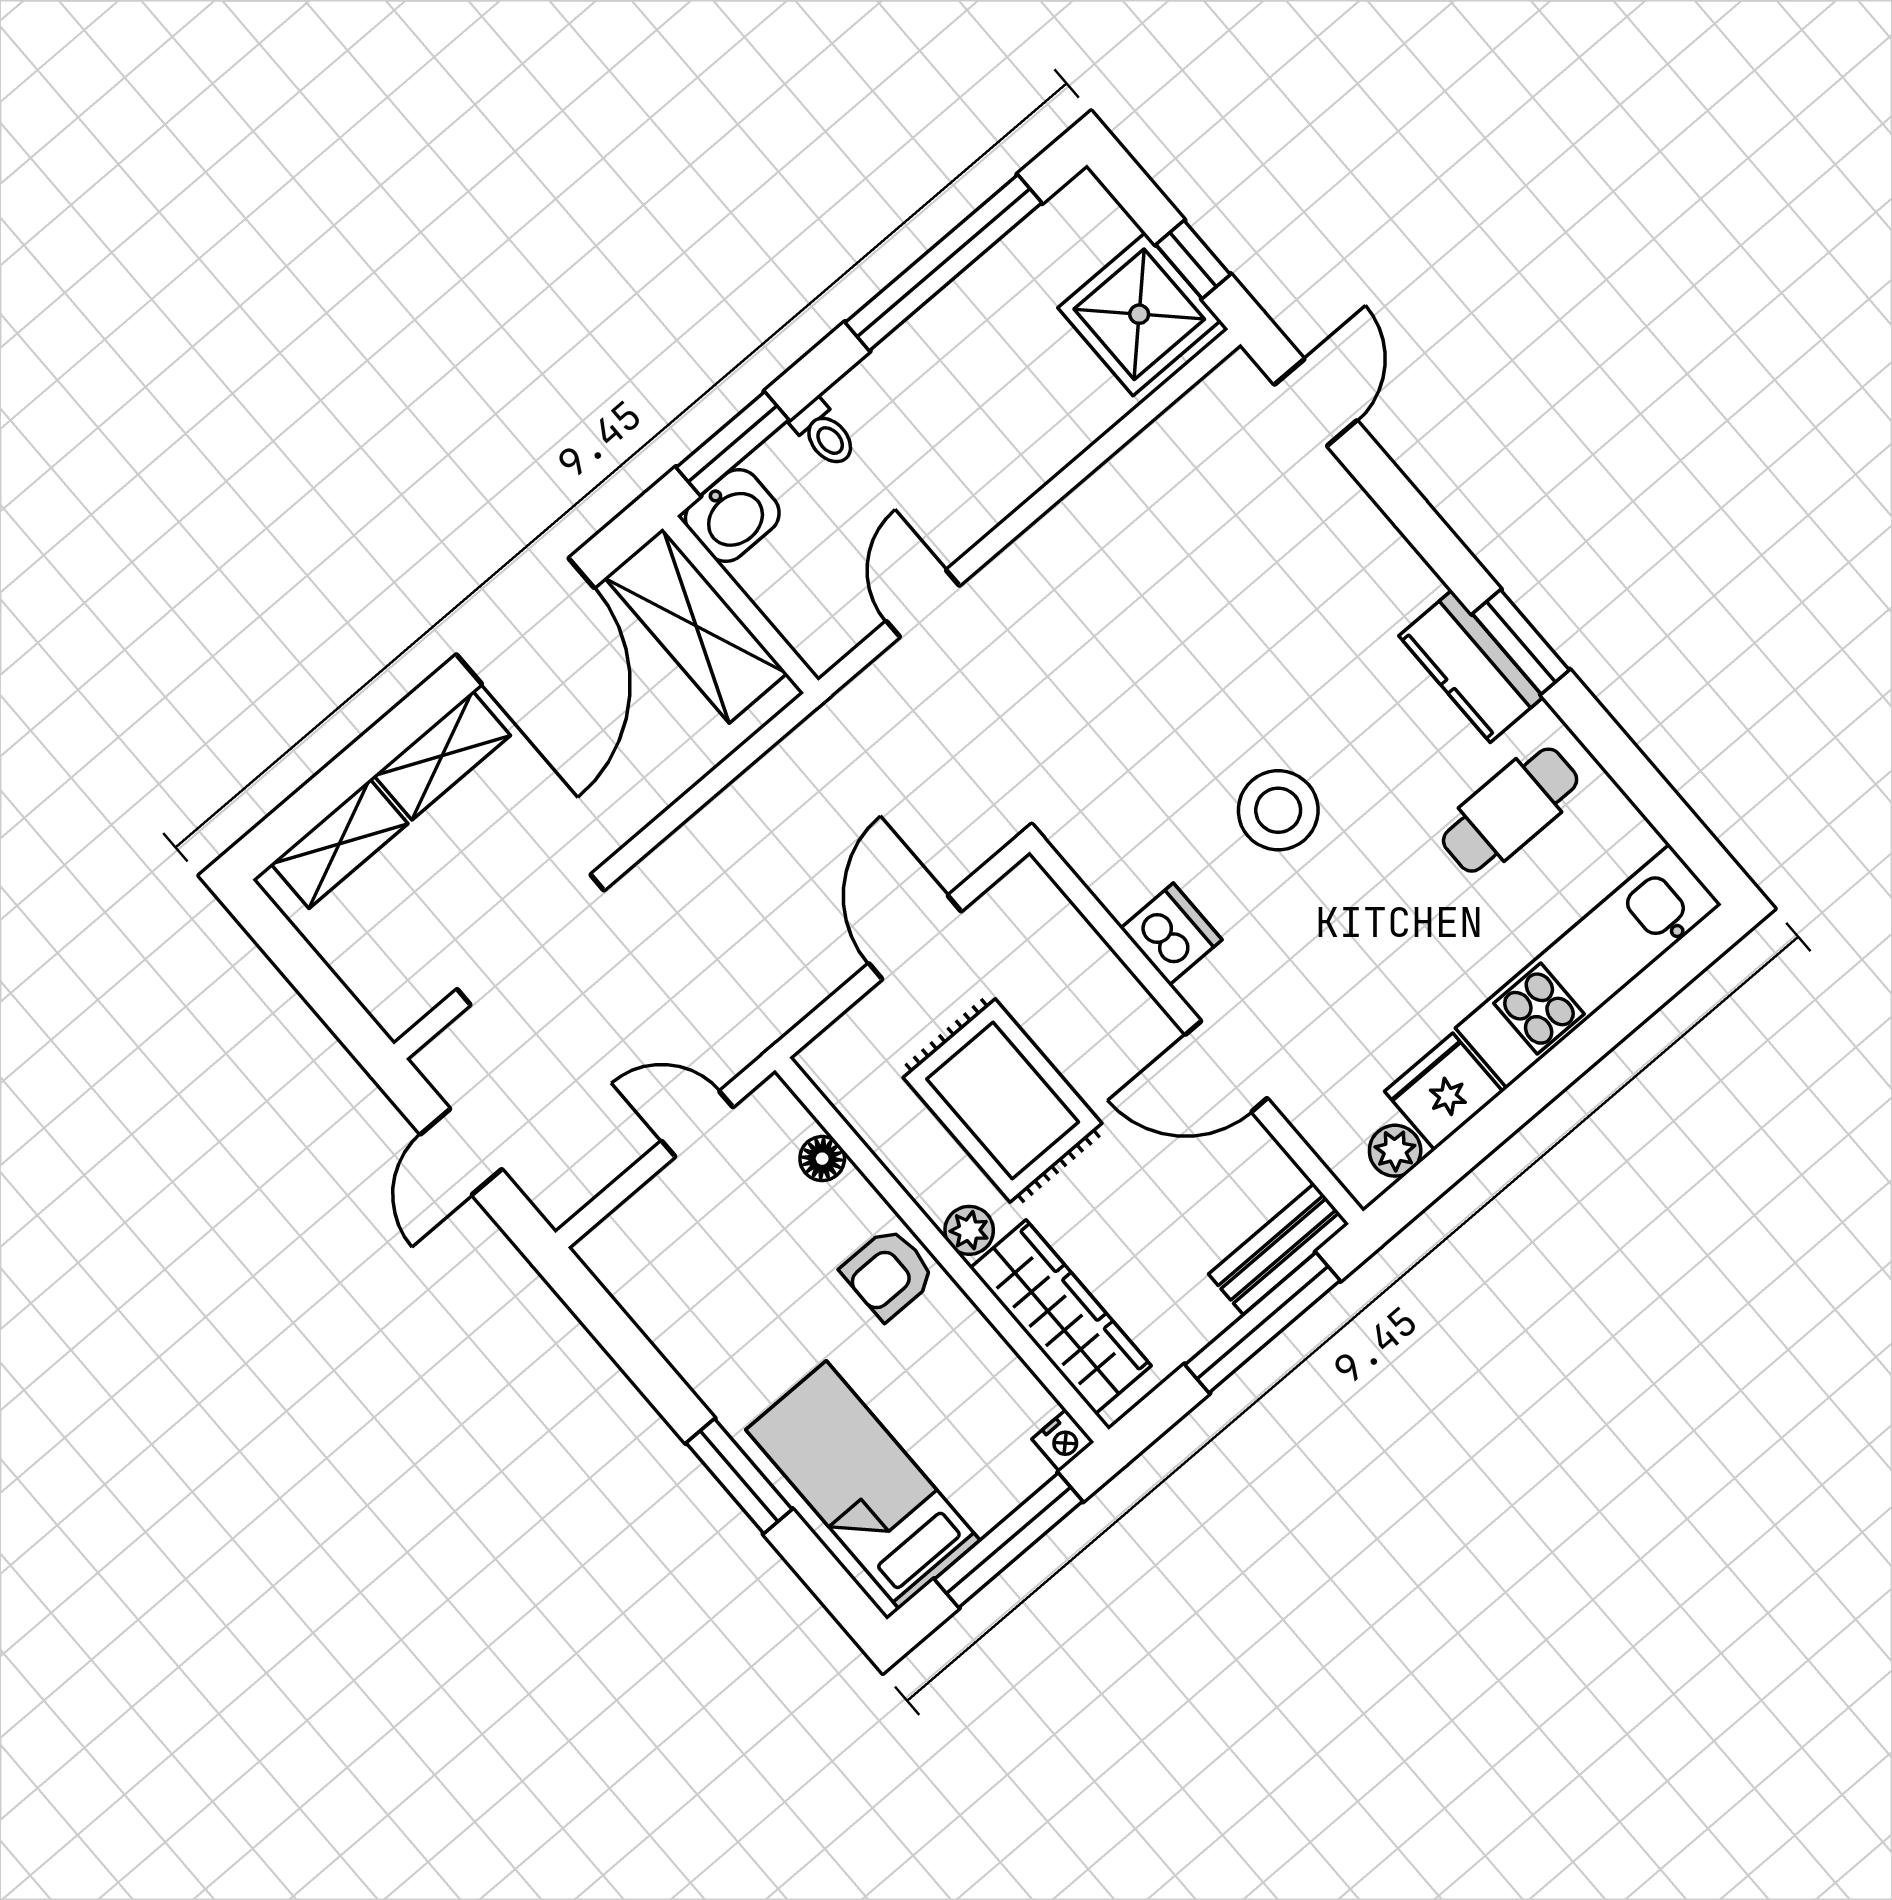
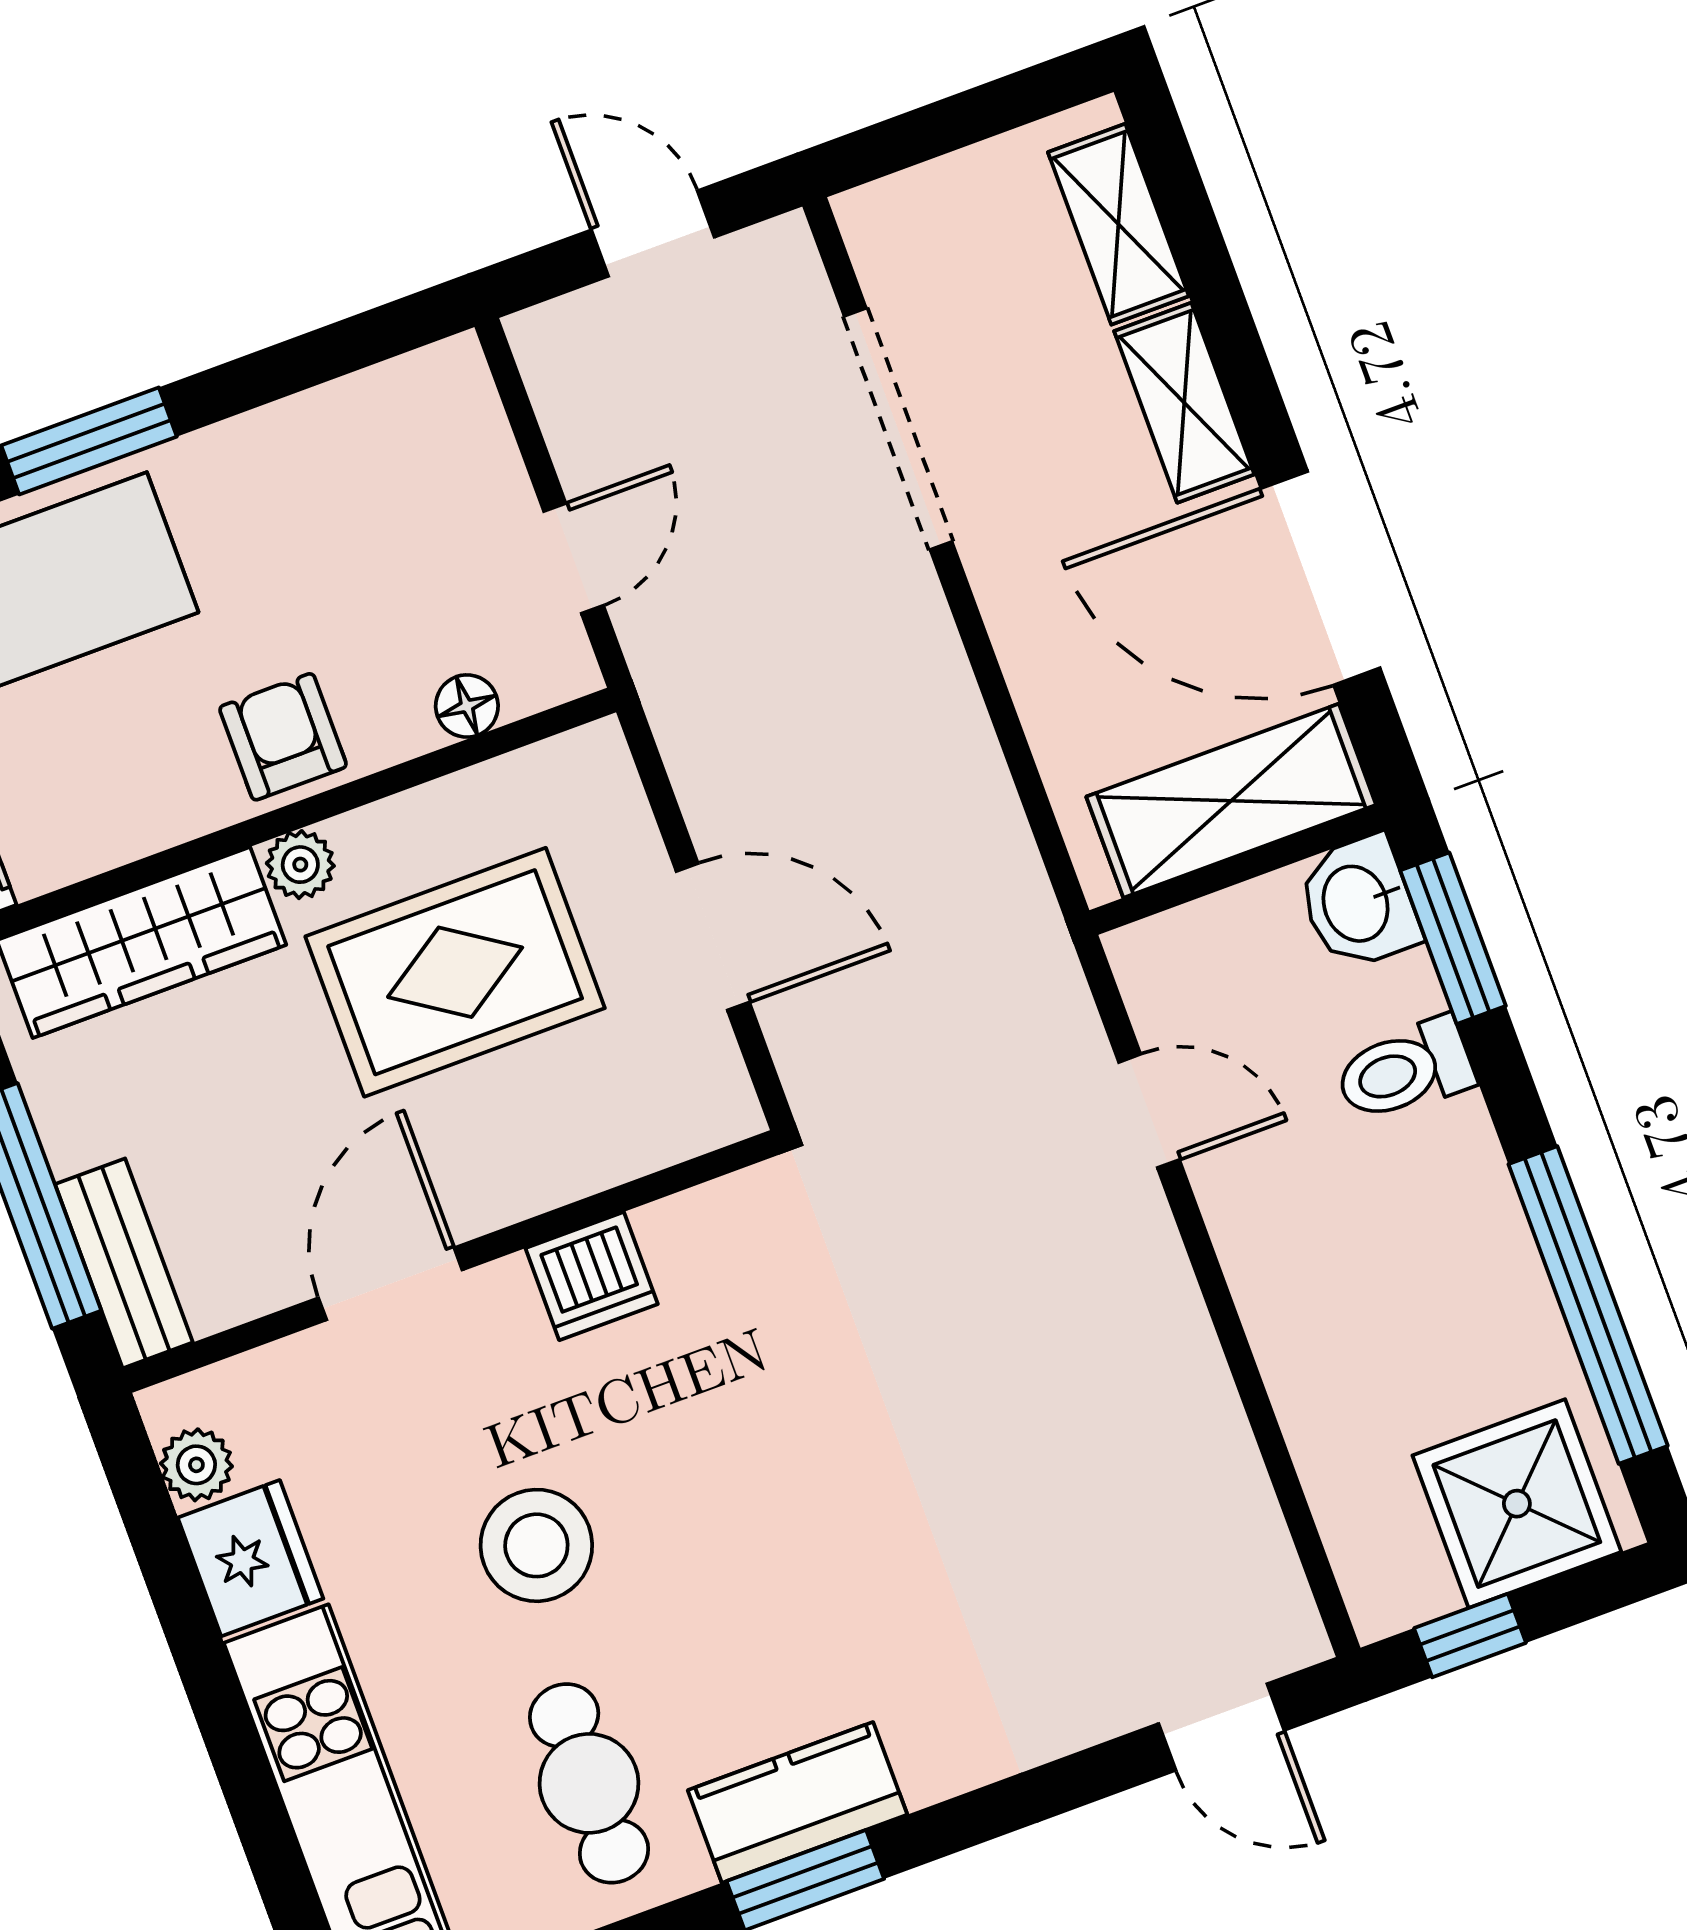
shower: (1139, 314) -> (1517, 1504), moved
toilet: (824, 433) -> (1405, 1070), width x1.37, depth x1.39
stool: (1278, 810) -> (536, 1545), moved

